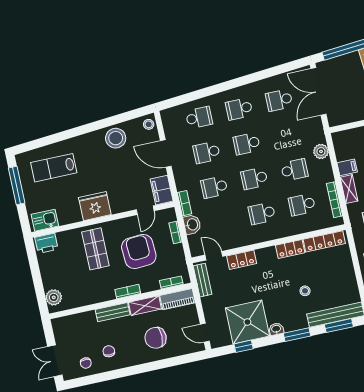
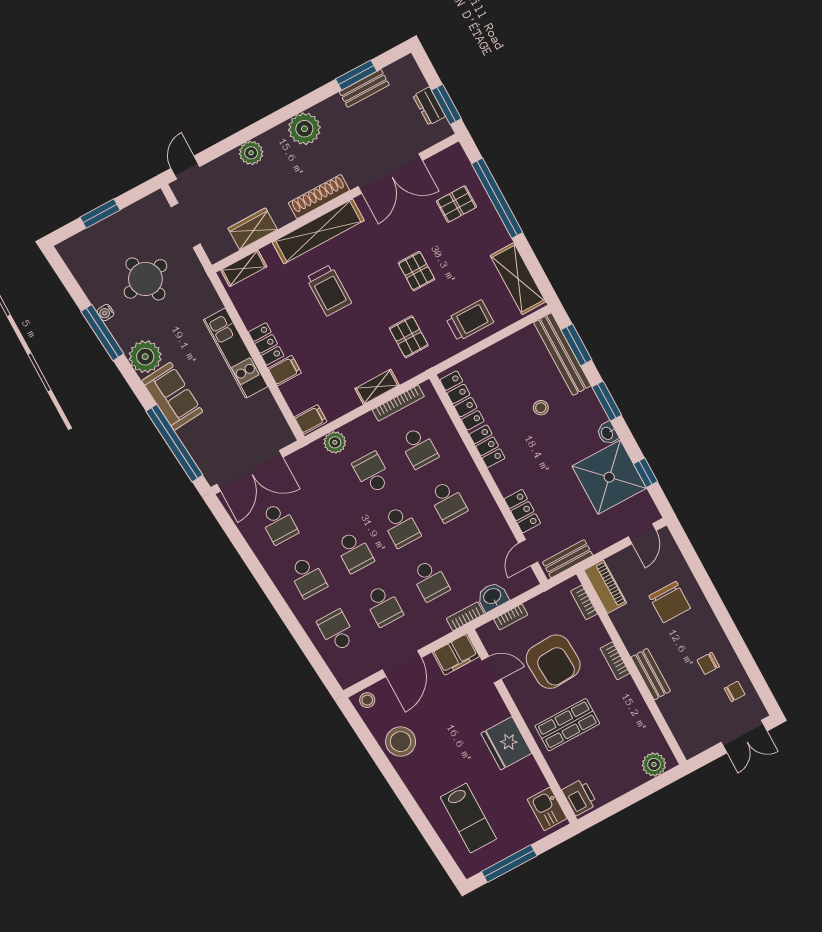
filing cabinet: (347, 167) -> (311, 419), moved, turned 90
armchair: (139, 251) -> (553, 662), turned -90
shelving: (145, 306) -> (628, 630), removed

